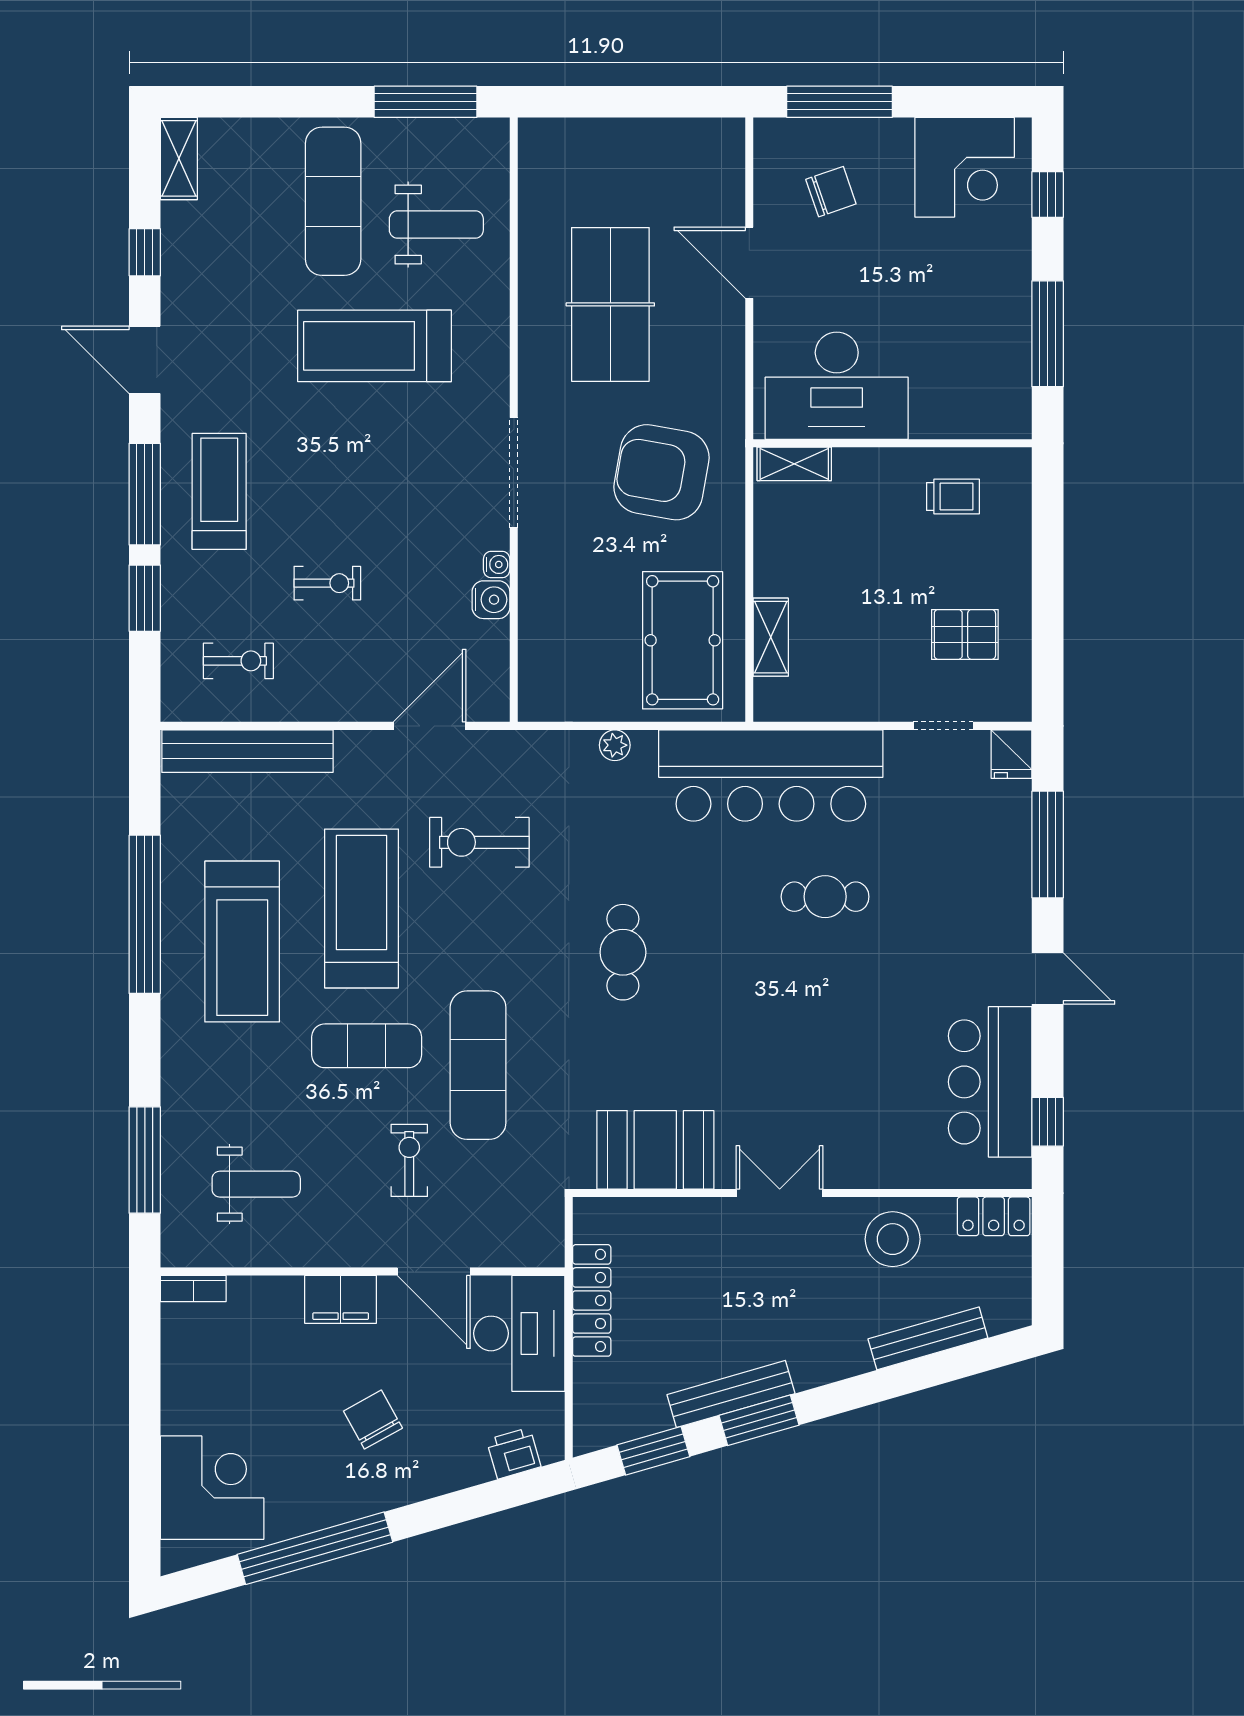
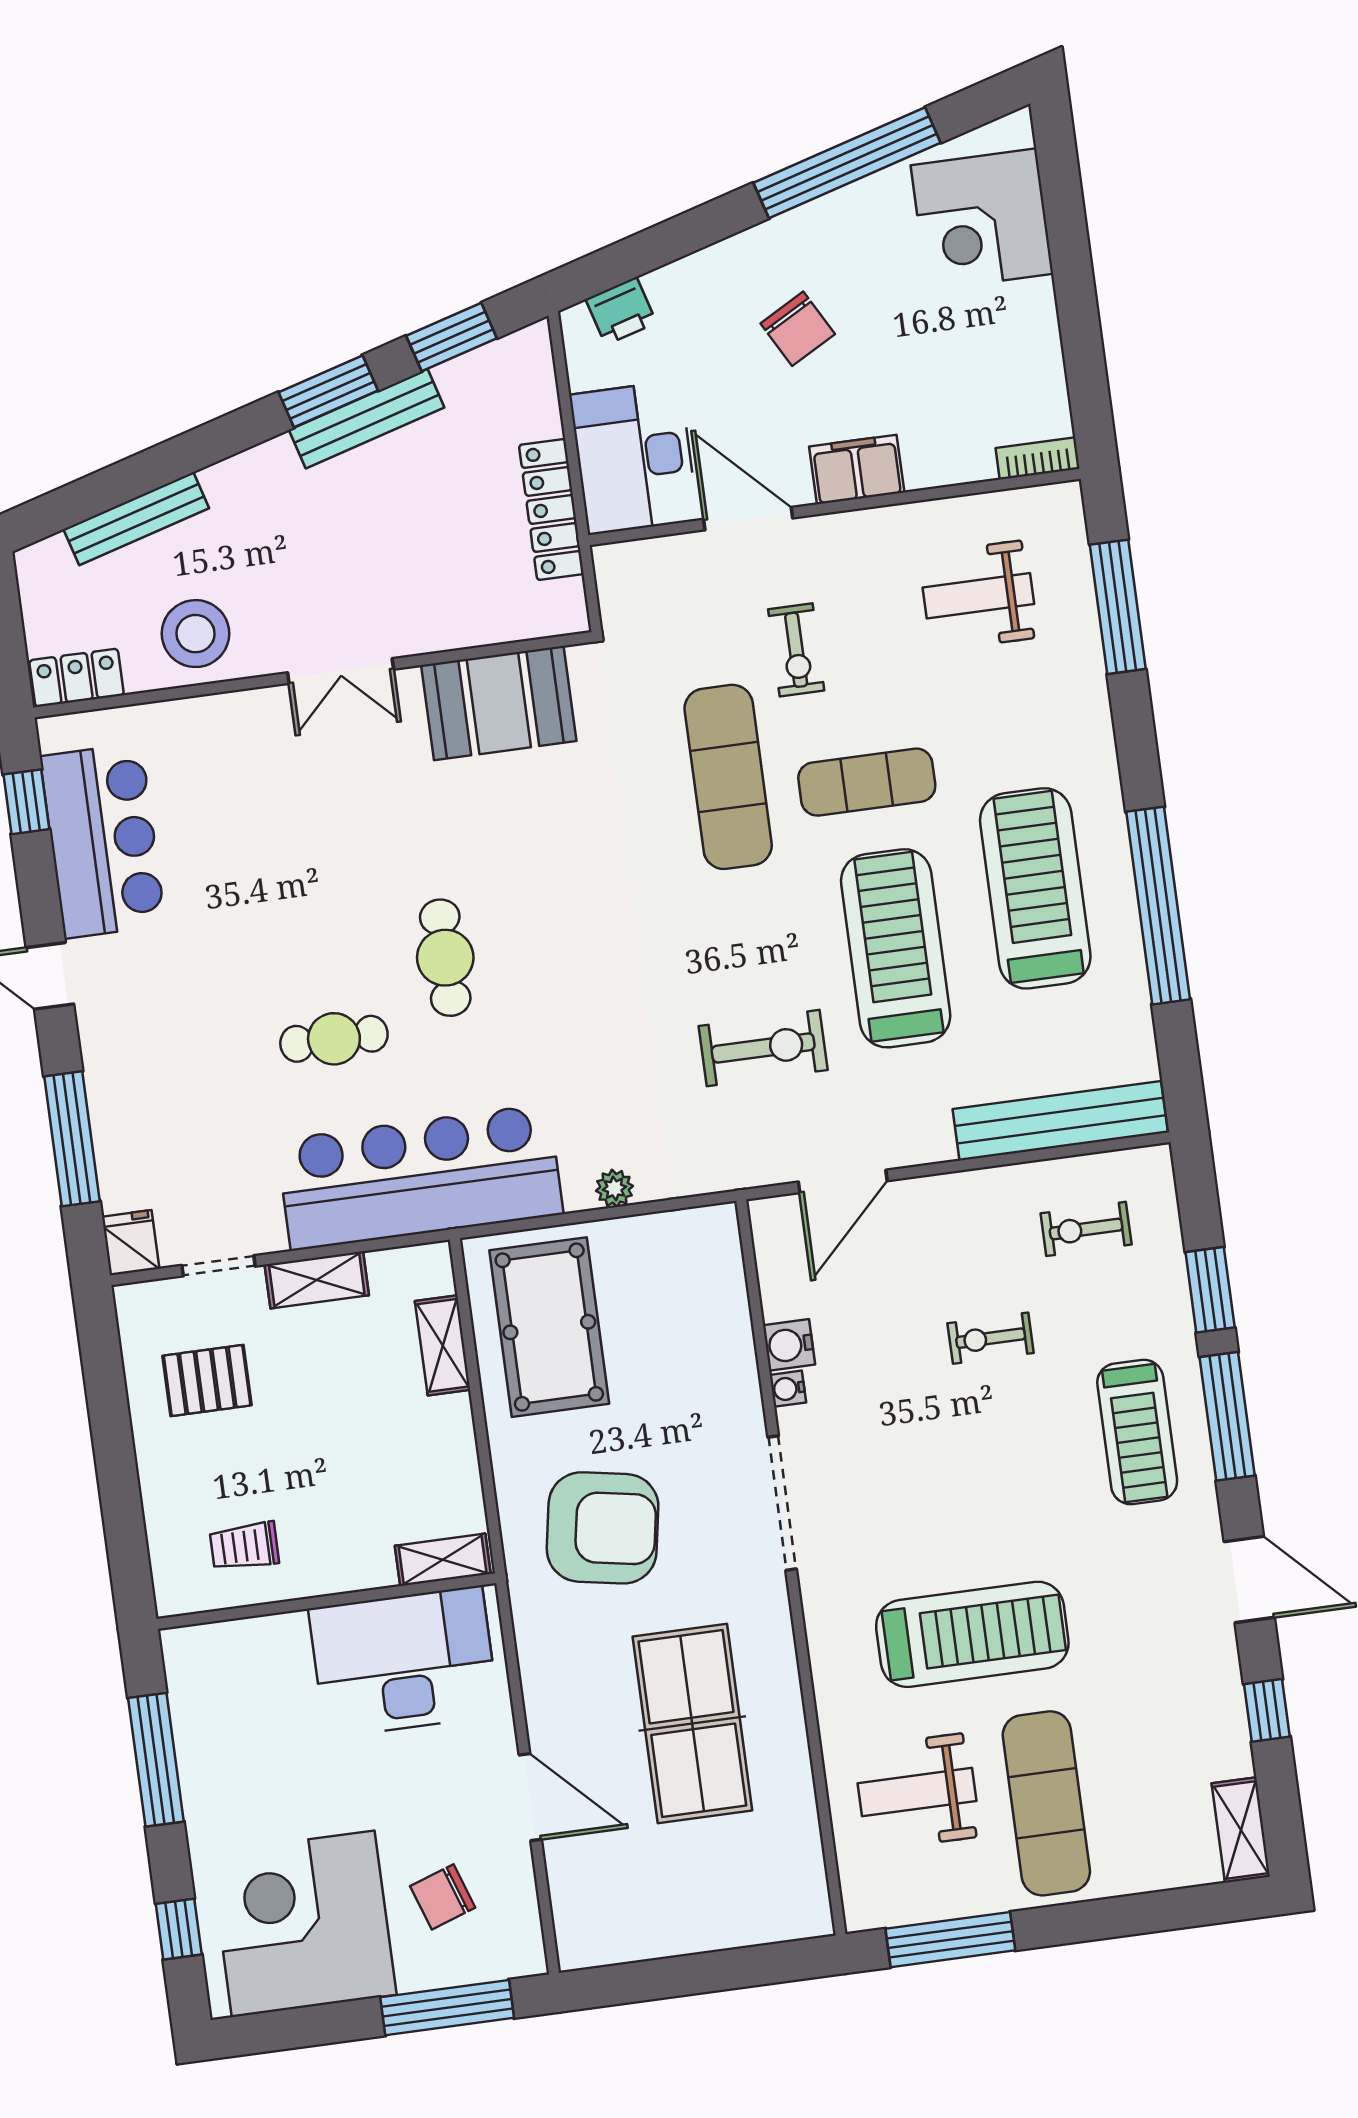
corner desk: (965, 167) -> (303, 1924), width x1.36, depth x1.36
shelving: (865, 704) -> (317, 1280), added
treadmill: (361, 908) -> (896, 948), turned 180
cafe table: (623, 952) -> (445, 958), moved

